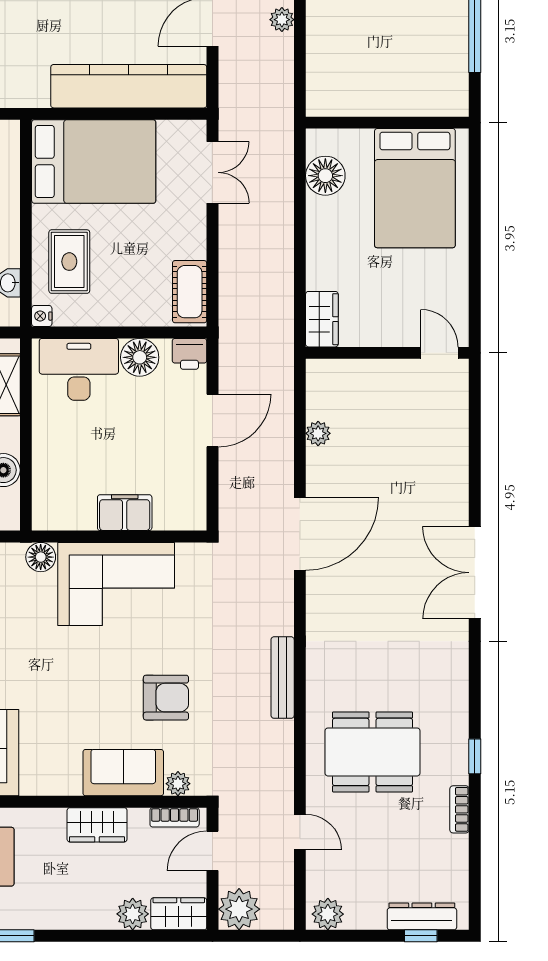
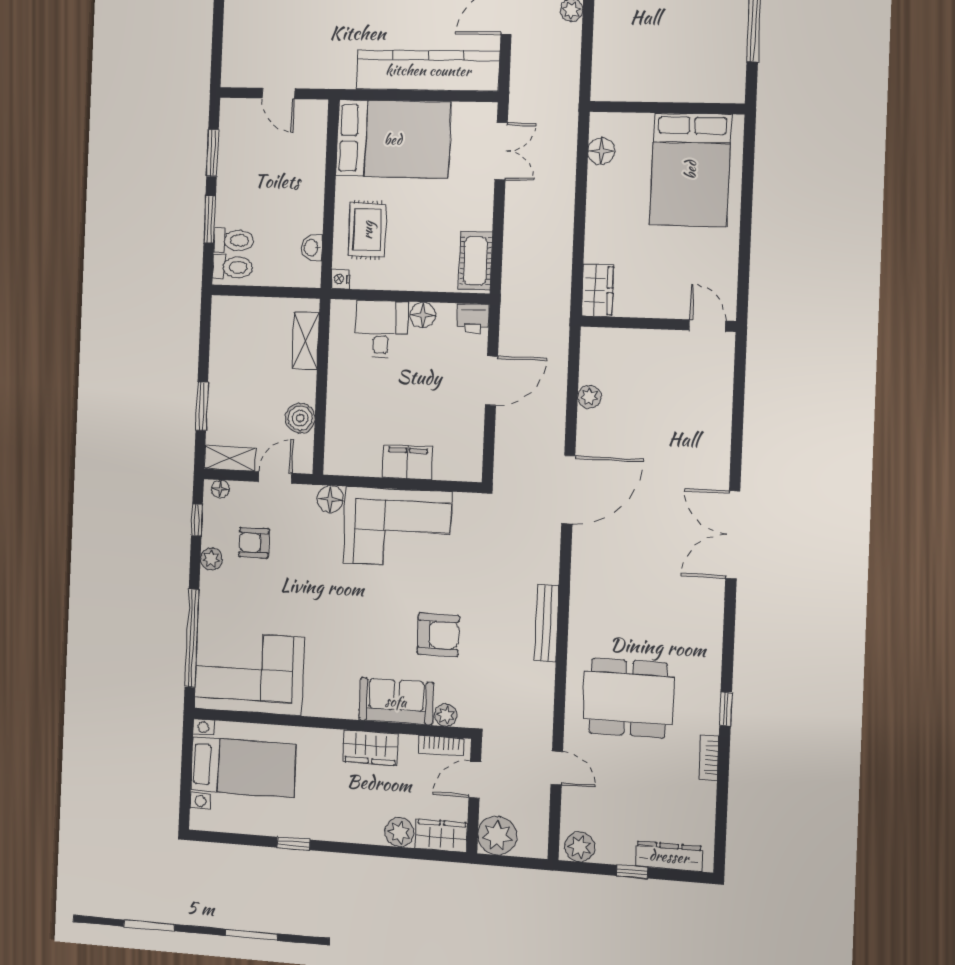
floor lamp: (325, 176) -> (601, 151), width x0.73, depth x0.73
floor lamp: (140, 357) -> (423, 315), width x0.73, depth x0.73
desk: (79, 369) -> (381, 329), width x0.73
window: (421, 936) -> (632, 872), moved

